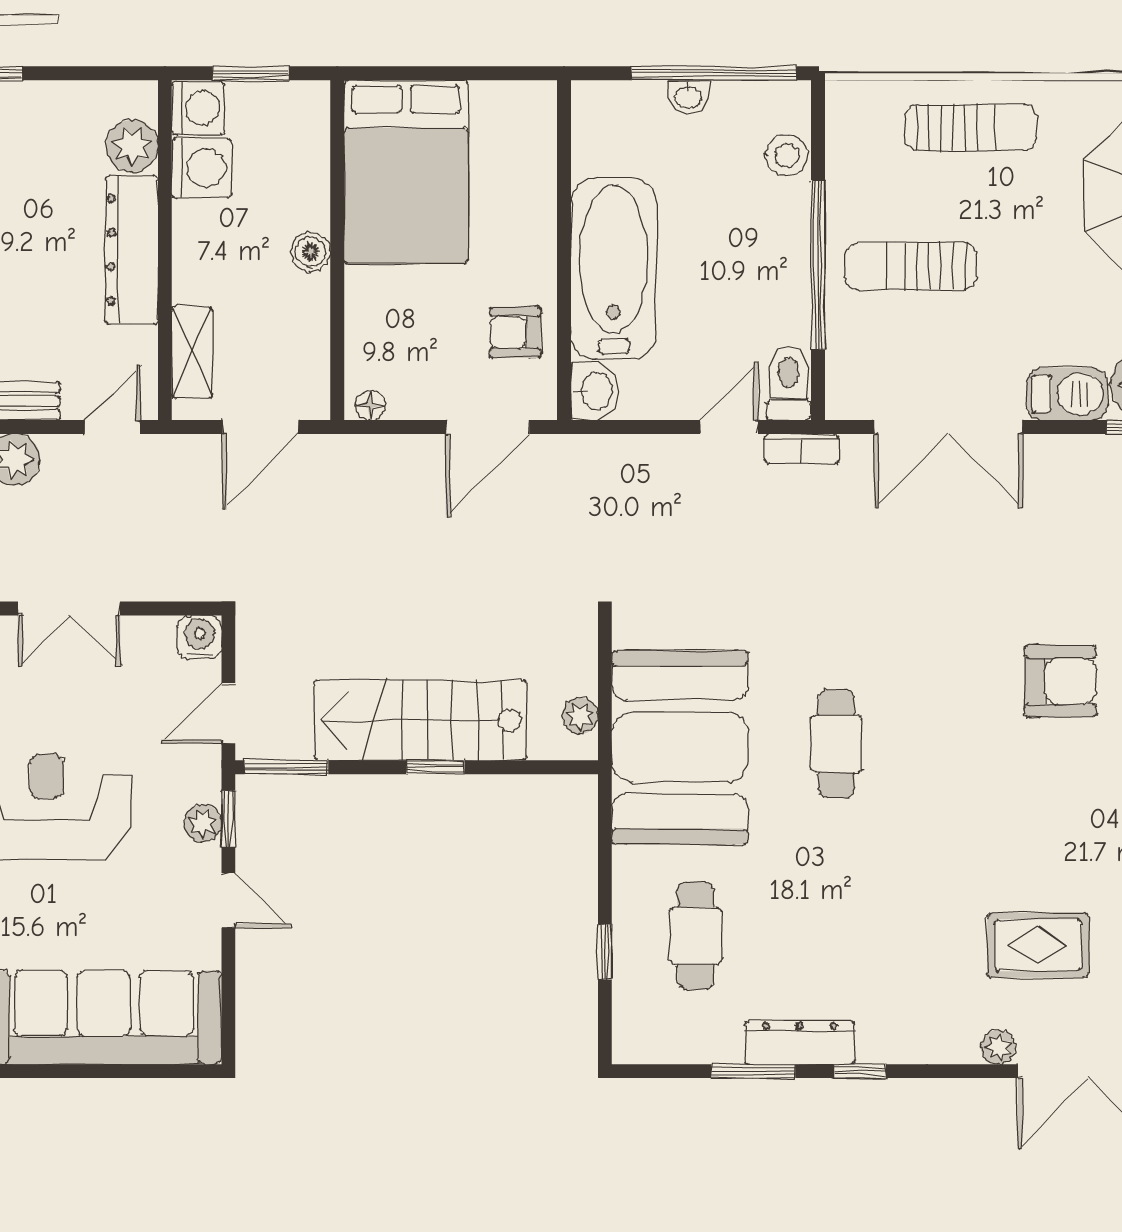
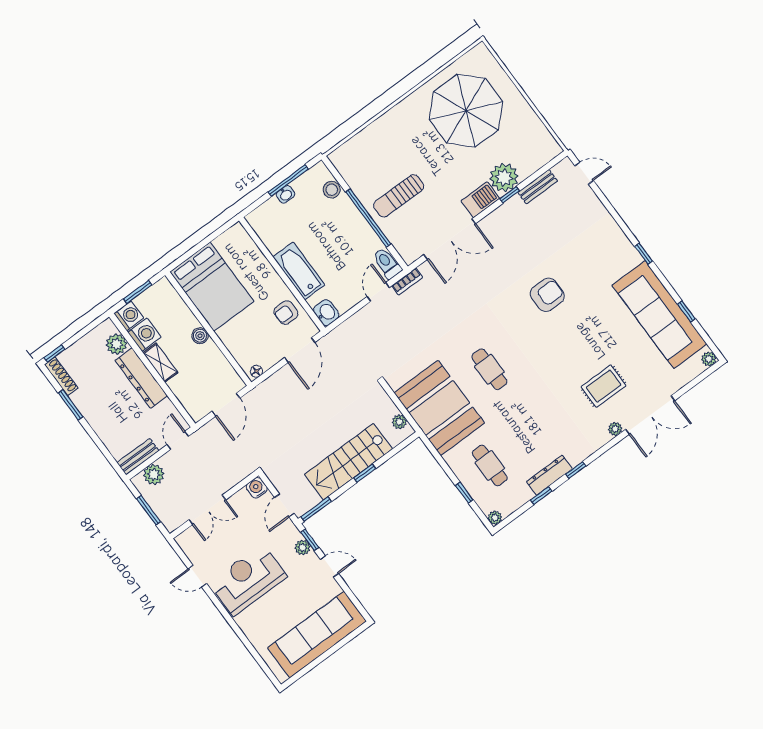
window: (714, 73) -> (288, 181), width x0.68
sun lounger: (971, 128) -> (385, 136), removed
bathtub: (614, 268) -> (299, 271), width x0.73, depth x0.73
shelving: (192, 352) -> (160, 363), moved
plant: (629, 1047) -> (495, 518), added
window: (753, 1071) -> (541, 496), width x0.67

